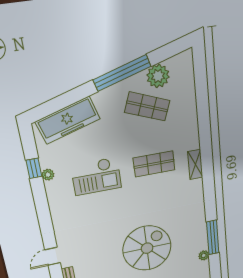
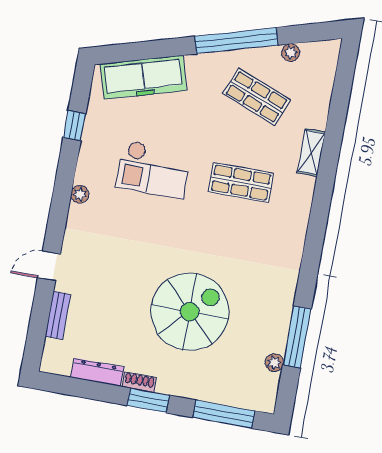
plant: (158, 76) -> (291, 53), width x0.53, depth x0.53
shelving: (195, 164) -> (311, 152), moved
plant: (48, 175) -> (80, 194), moved

